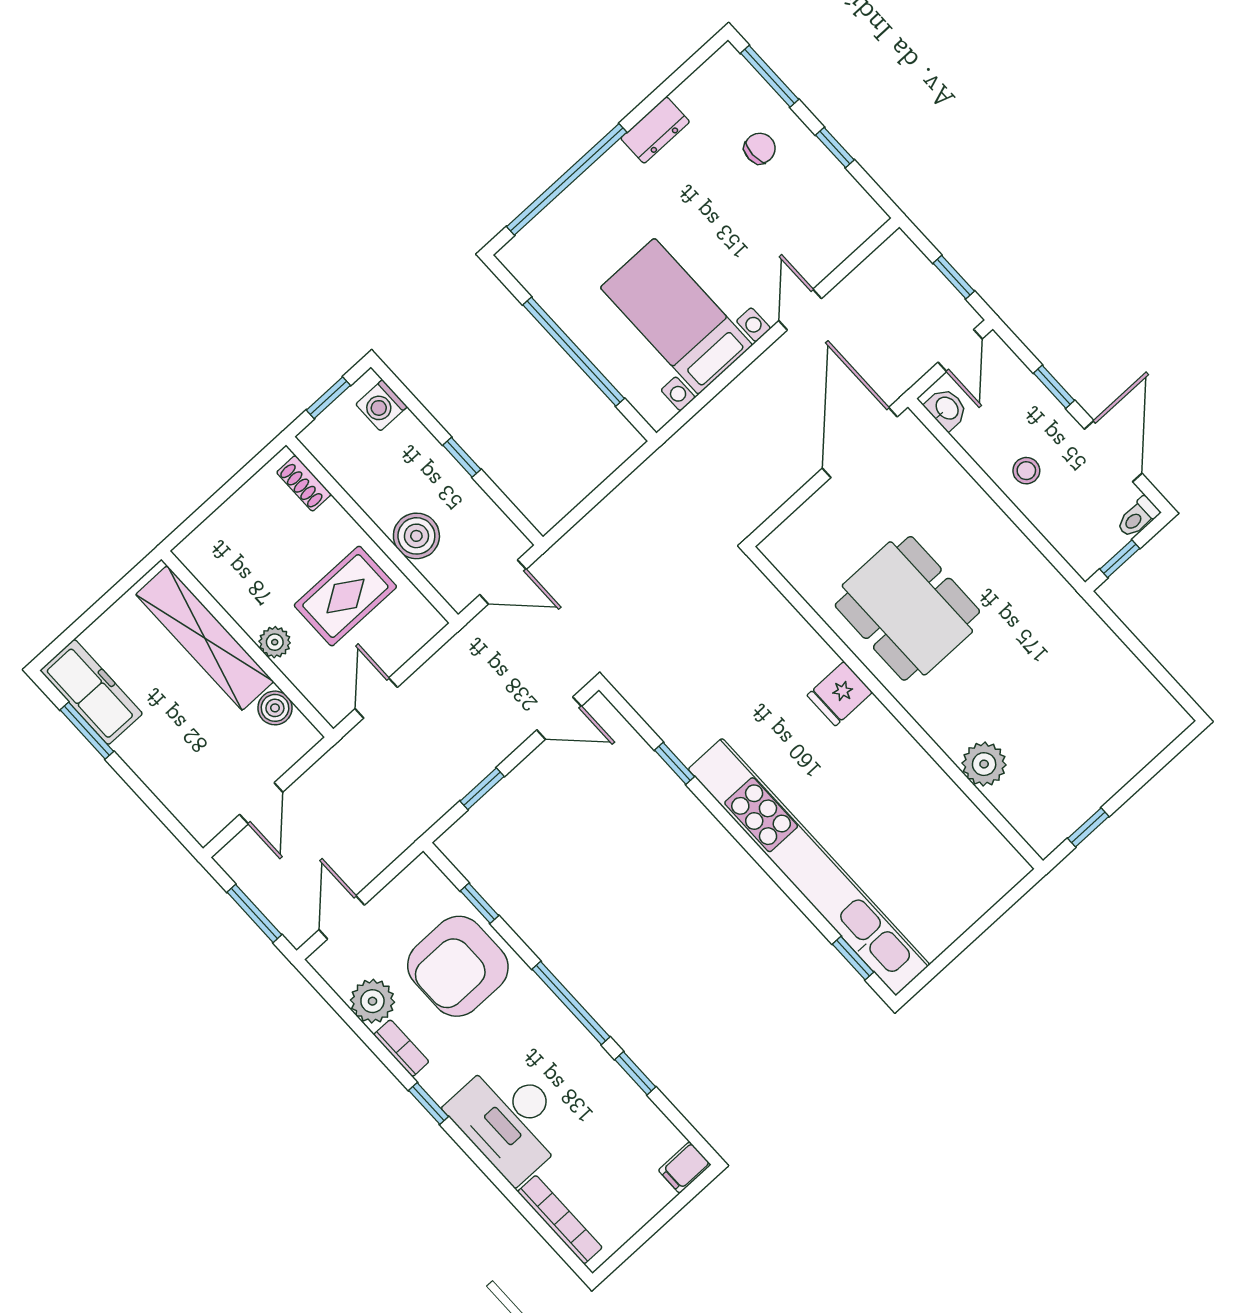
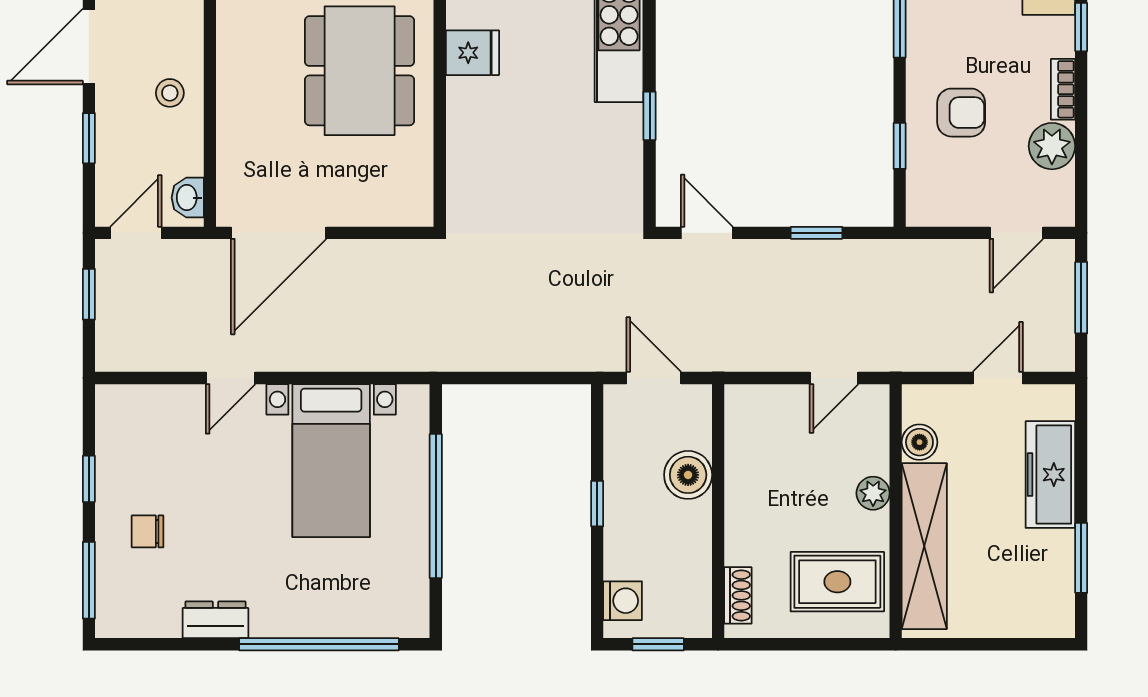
rug: (345, 596) -> (837, 582), moved
freezer: (91, 692) -> (1050, 475), moved
armchair: (458, 966) -> (961, 113), width x0.53, depth x0.53

